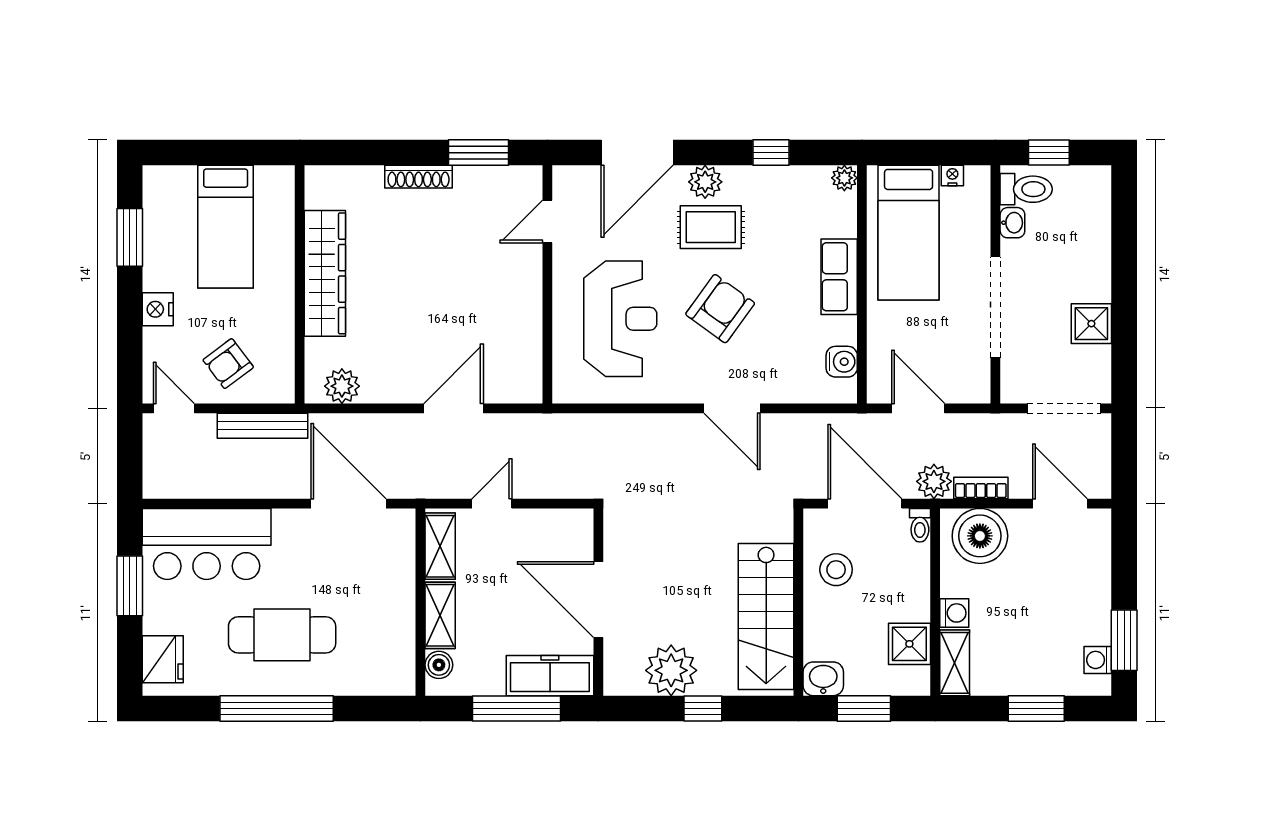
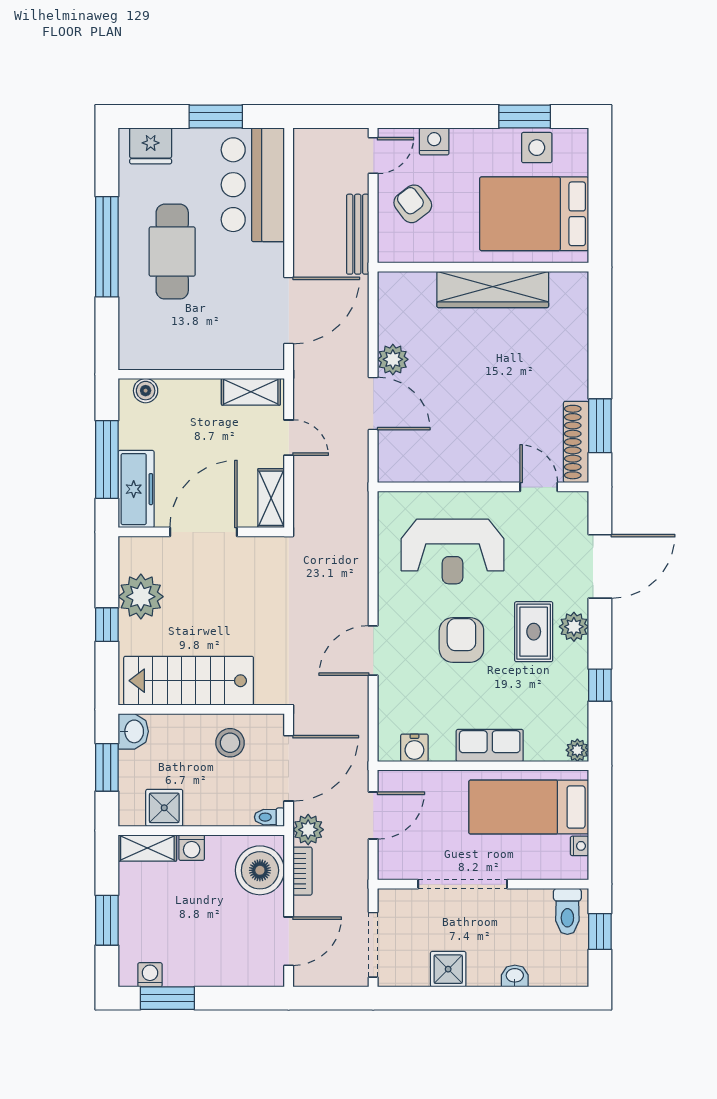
door: (637, 153) -> (600, 566), swing flipped
shoe rack: (419, 177) -> (576, 442), moved, width x1.36, depth x1.24
washbasin: (1012, 223) -> (515, 976), moved, turned 180
side table: (165, 224) -> (537, 148), added
bed: (226, 227) -> (534, 214), width x1.50
nightstand: (158, 309) -> (434, 141), moved
armchair: (720, 309) -> (461, 640), turned -126
plant: (342, 386) -> (393, 359), moved
shelving: (440, 615) -> (271, 498), moved, turned 90

